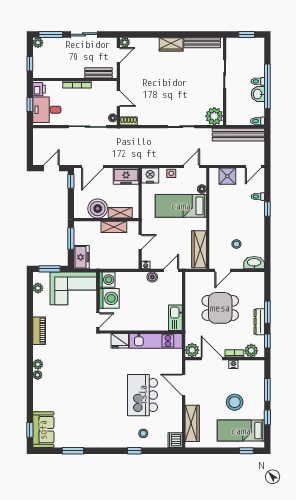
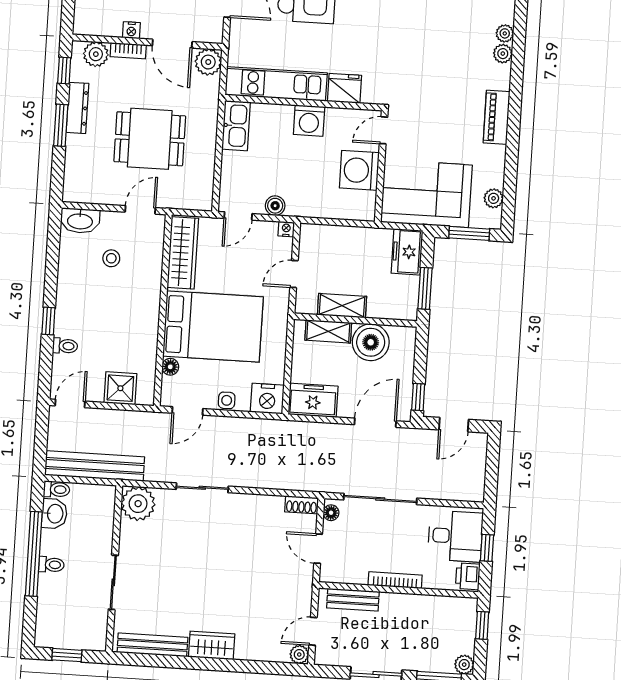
washbasin: (258, 94) -> (54, 514), moved
bed: (181, 206) -> (213, 326), width x1.50
washing machine: (107, 280) -> (309, 121), moved, turned -90

